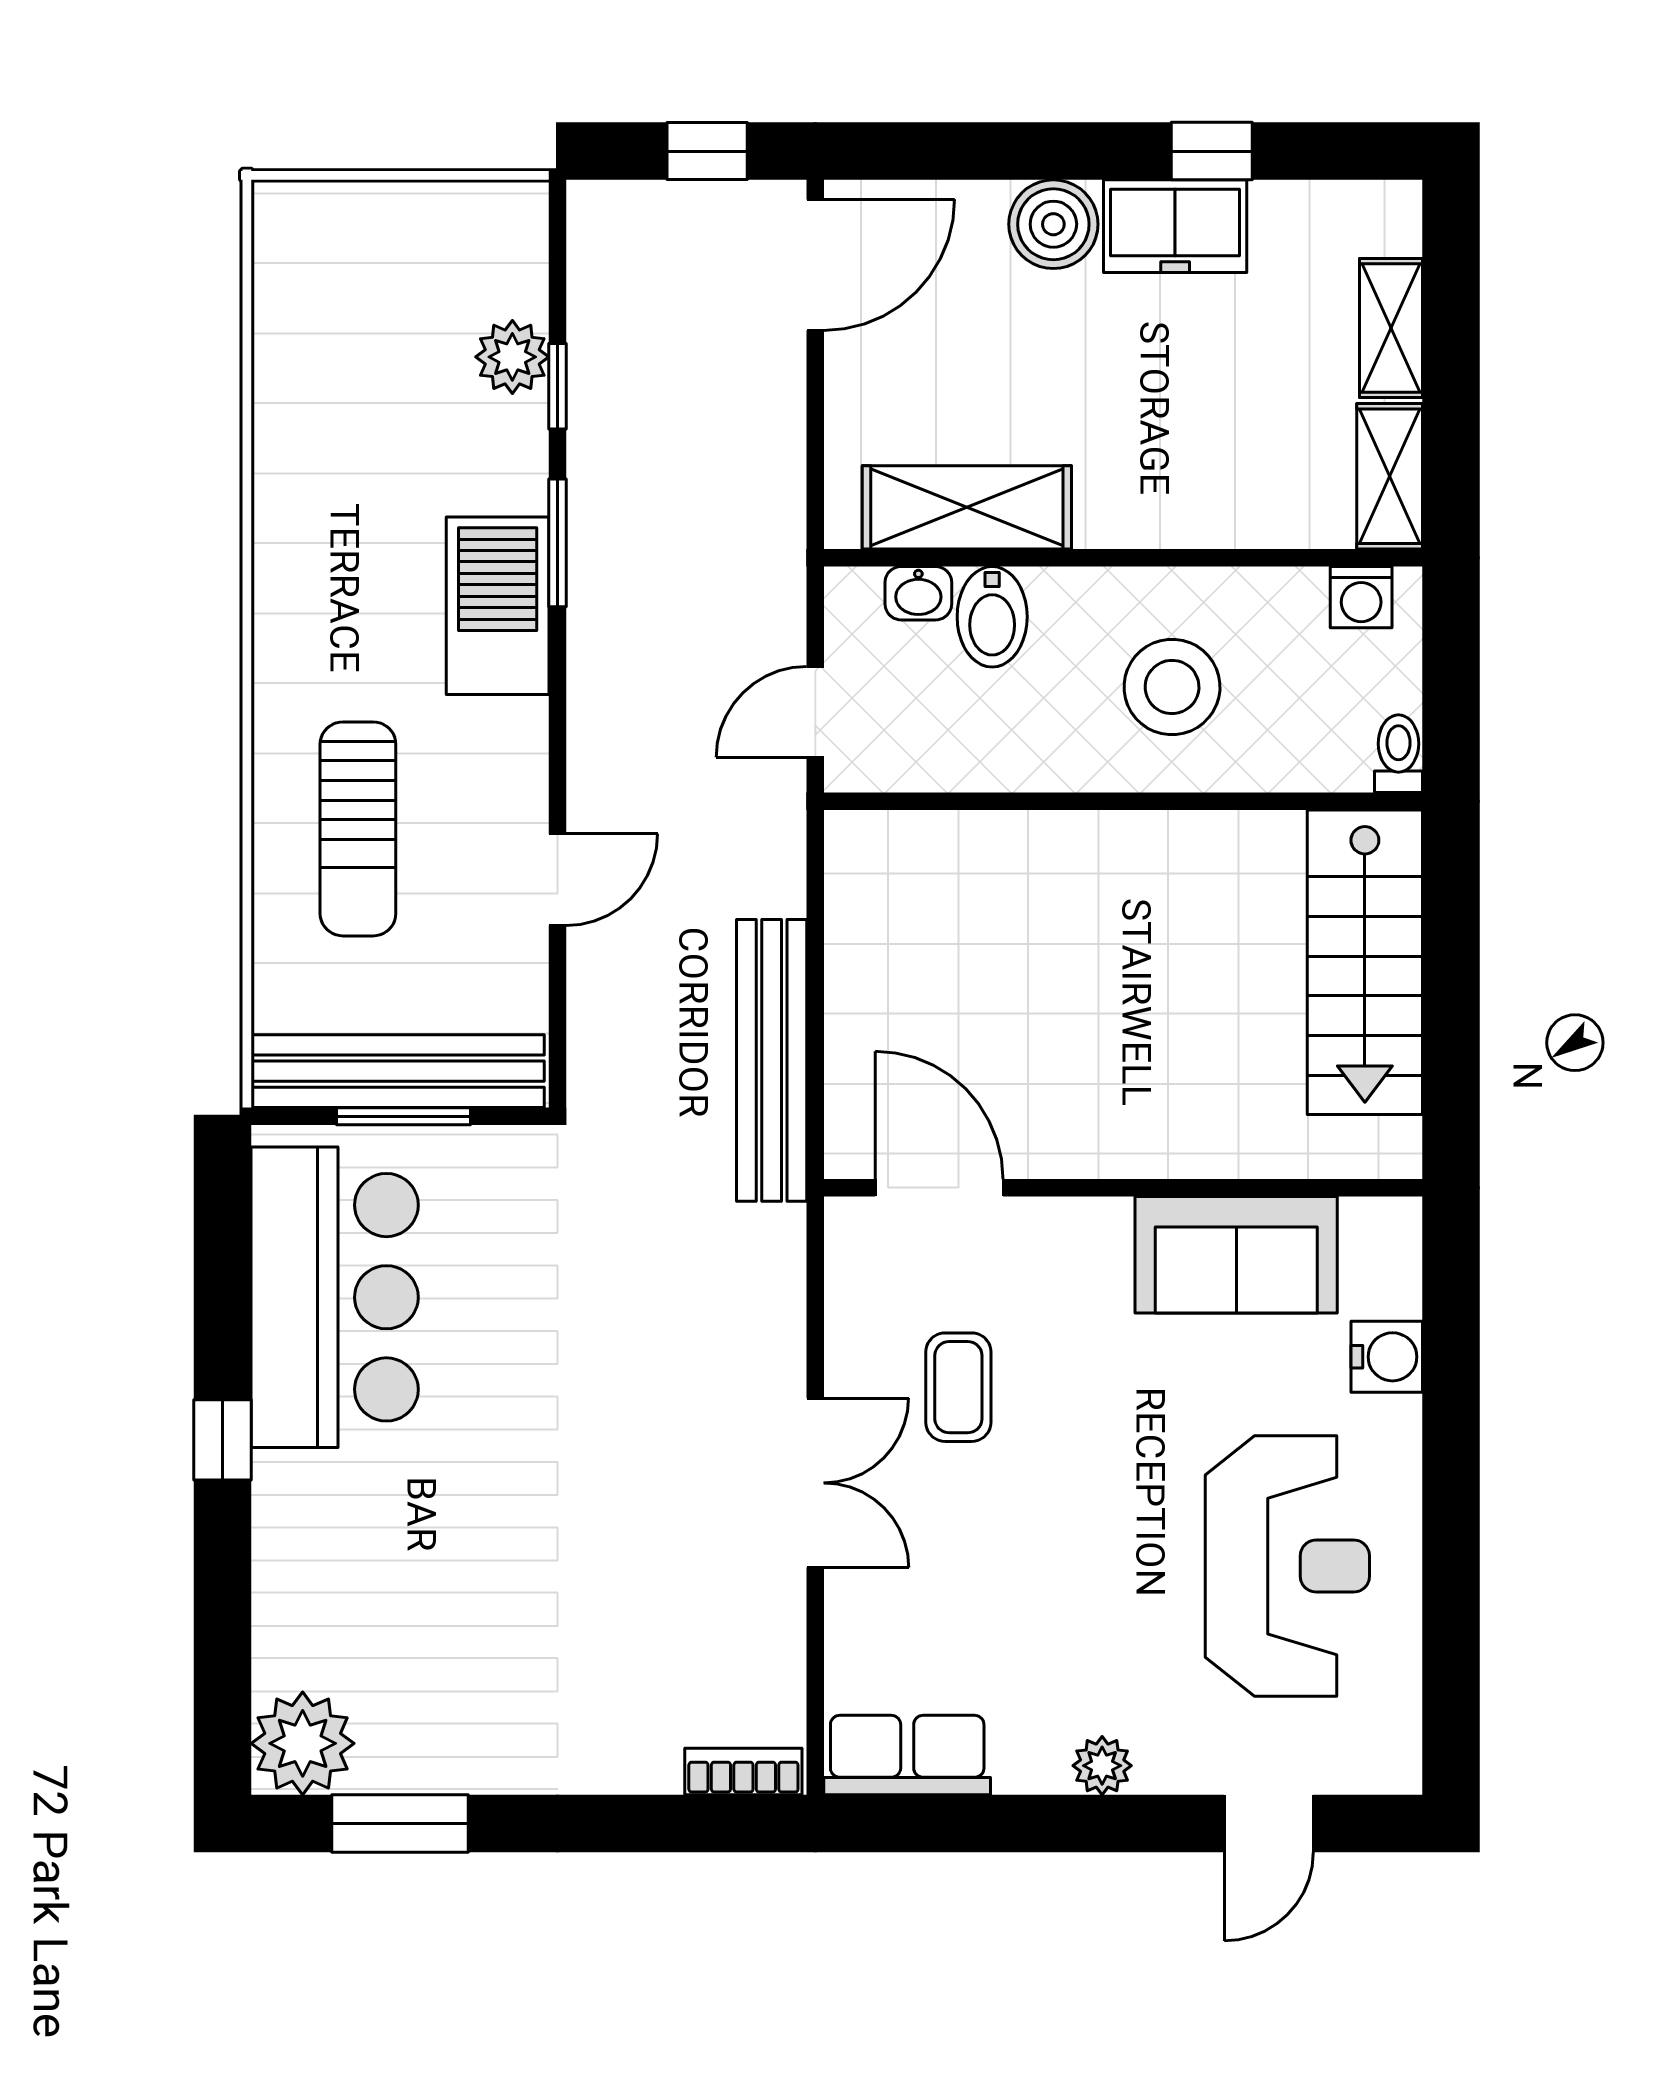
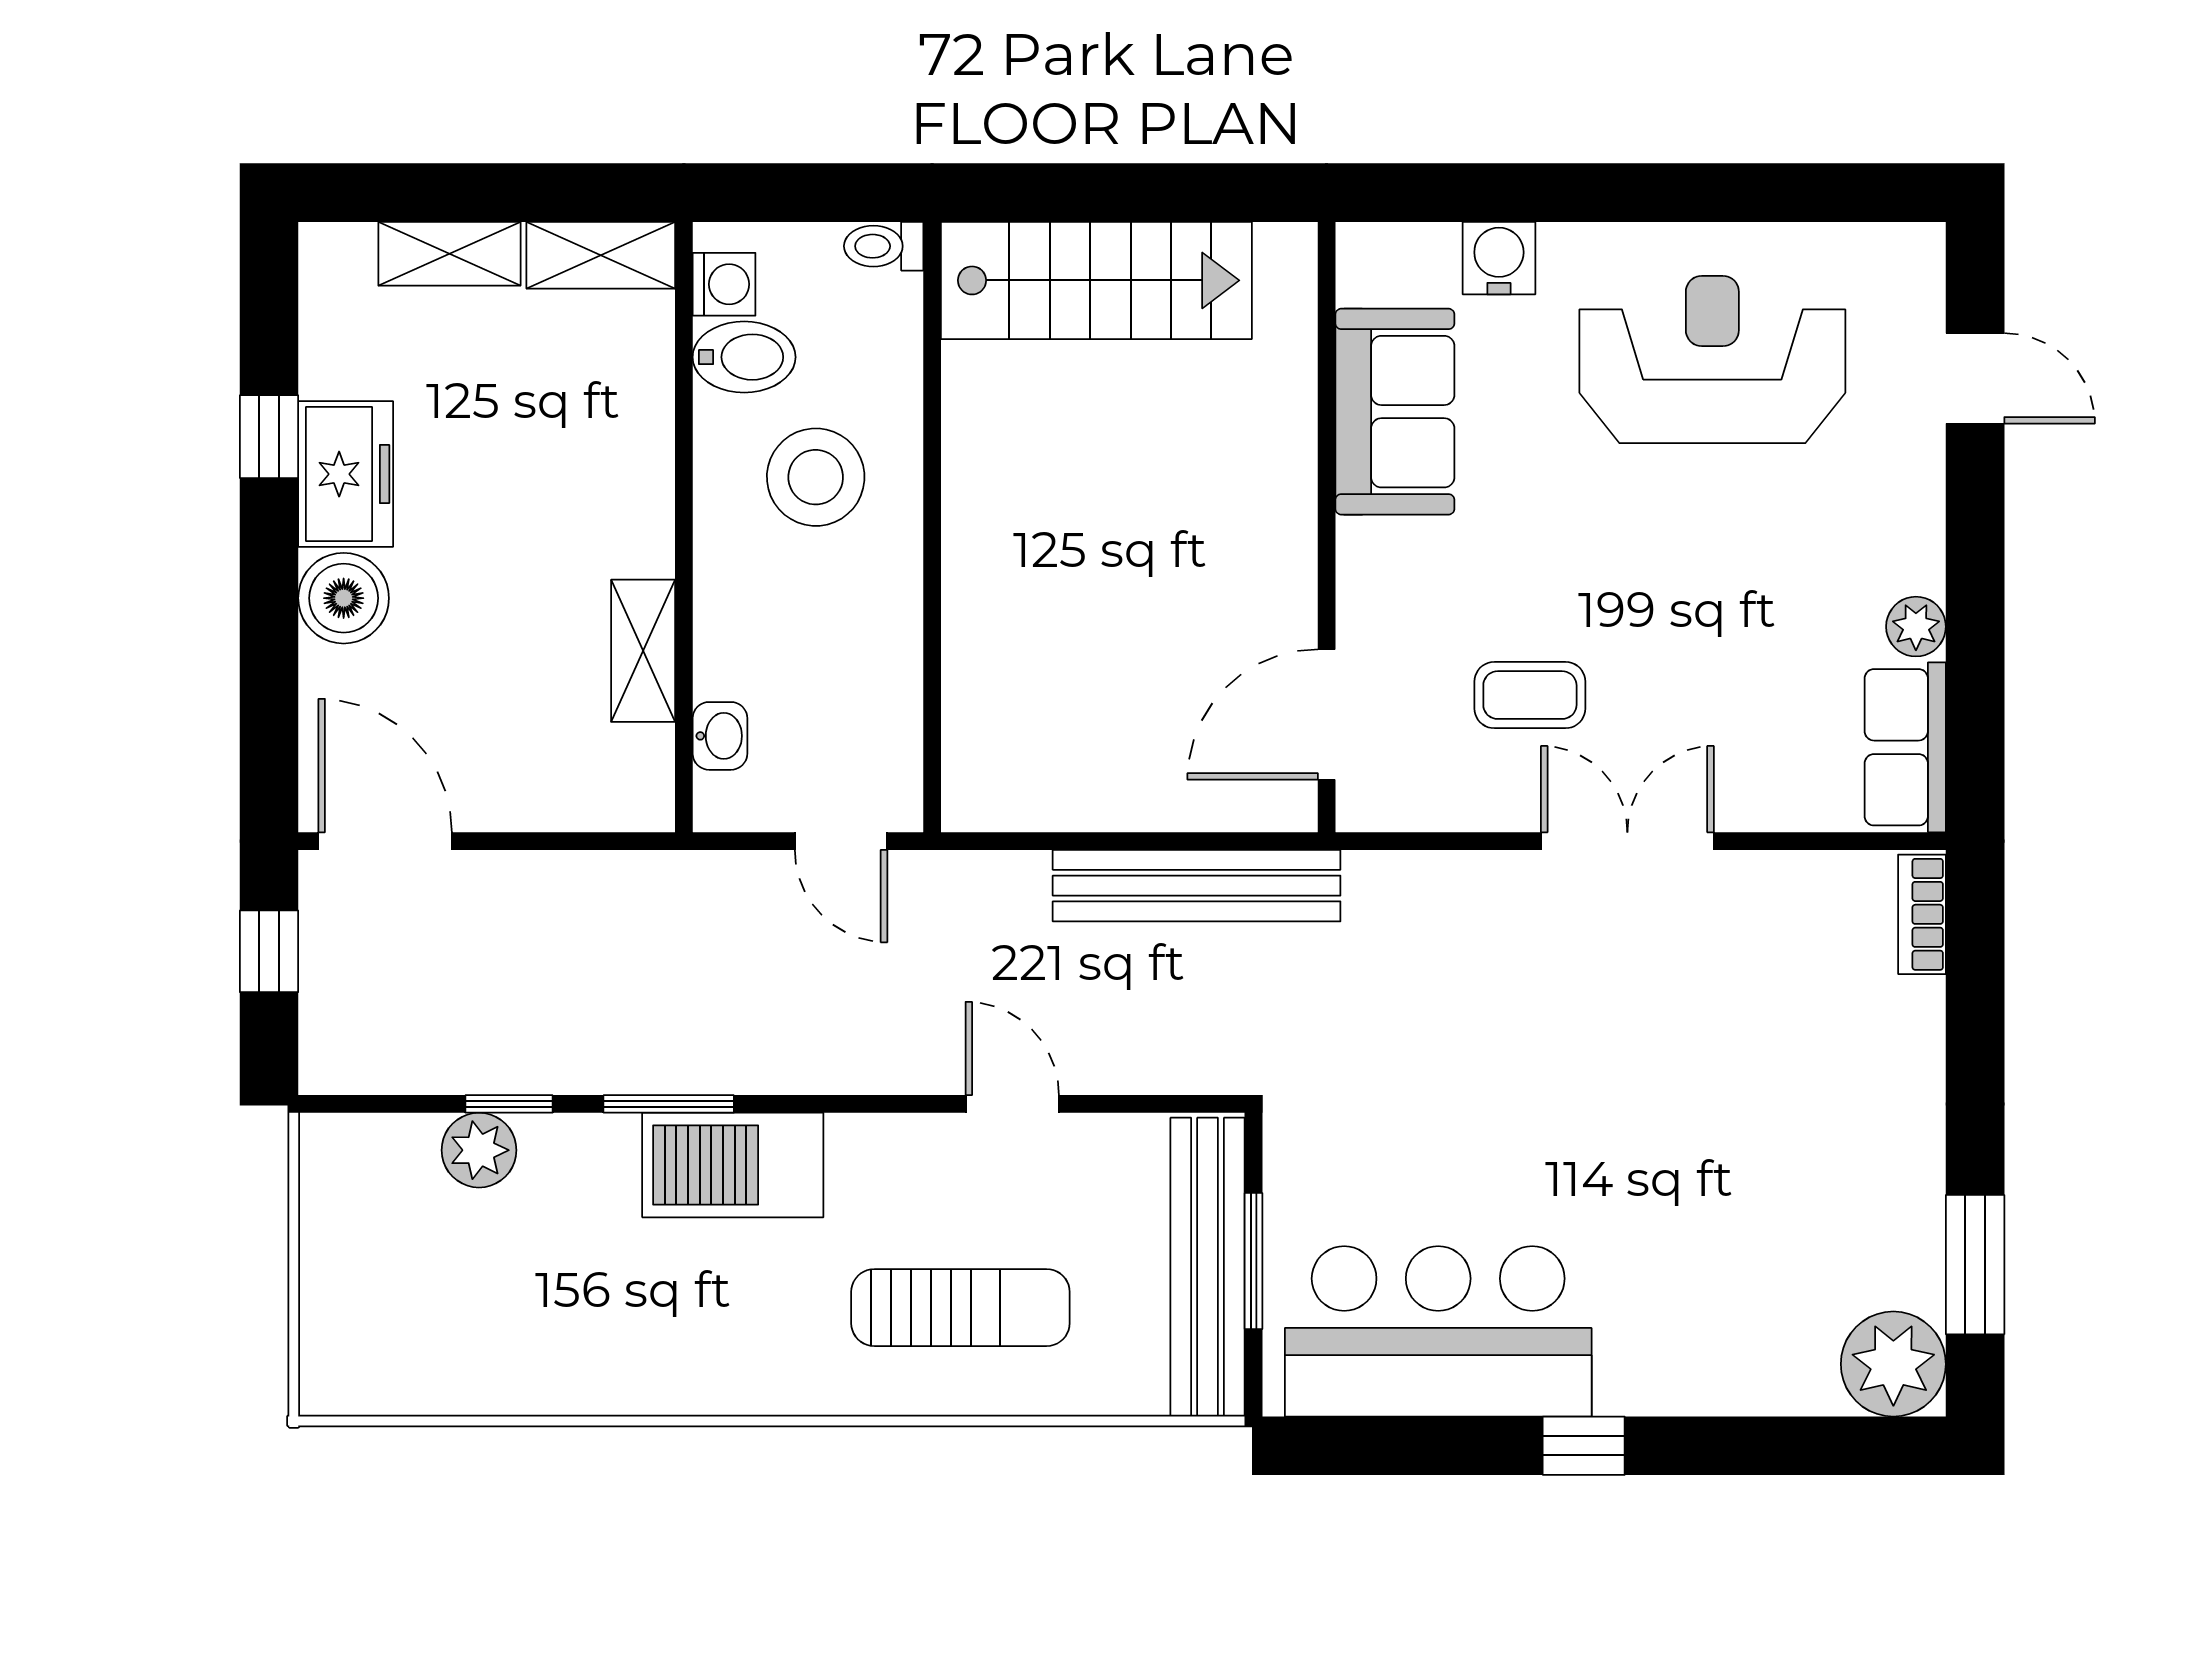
shelving: (967, 507) -> (643, 651), width x0.67, depth x0.75
bidet: (992, 617) -> (744, 357), moved
plant: (1102, 1766) -> (1916, 627), moved

